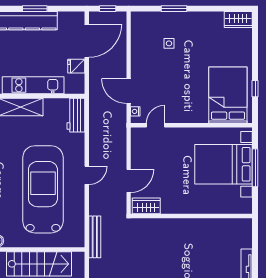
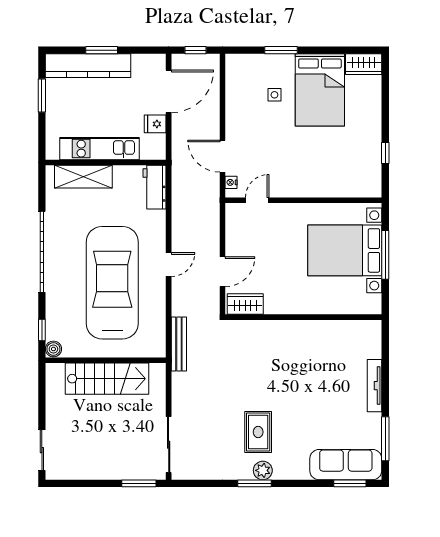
bed: (228, 95) -> (320, 90), moved, turned 180

